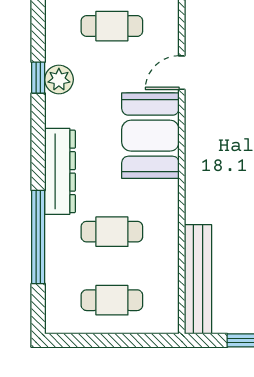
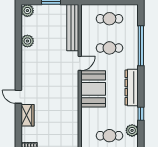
door: (182, 73) -> (80, 63), moved
plant: (59, 80) -> (132, 130), moved
dresser: (60, 171) -> (132, 88), moved

